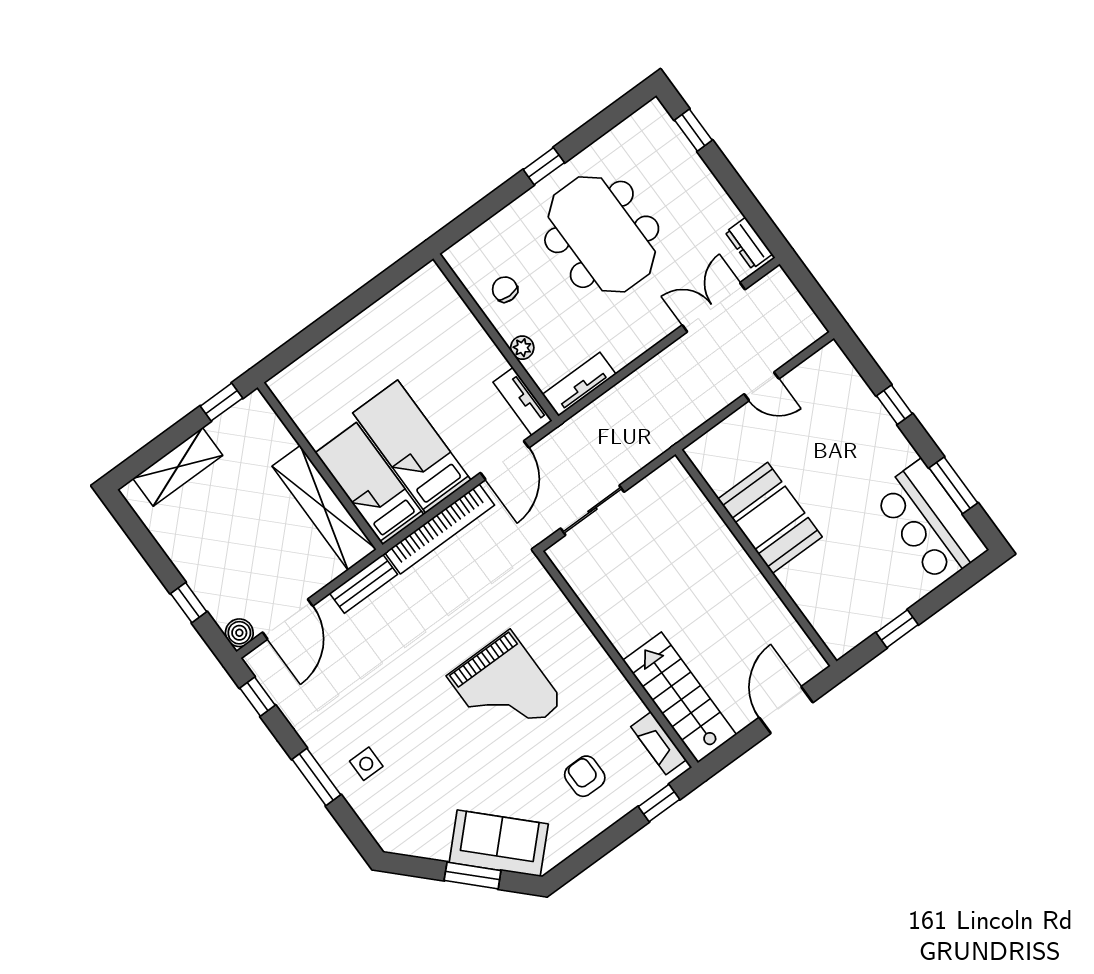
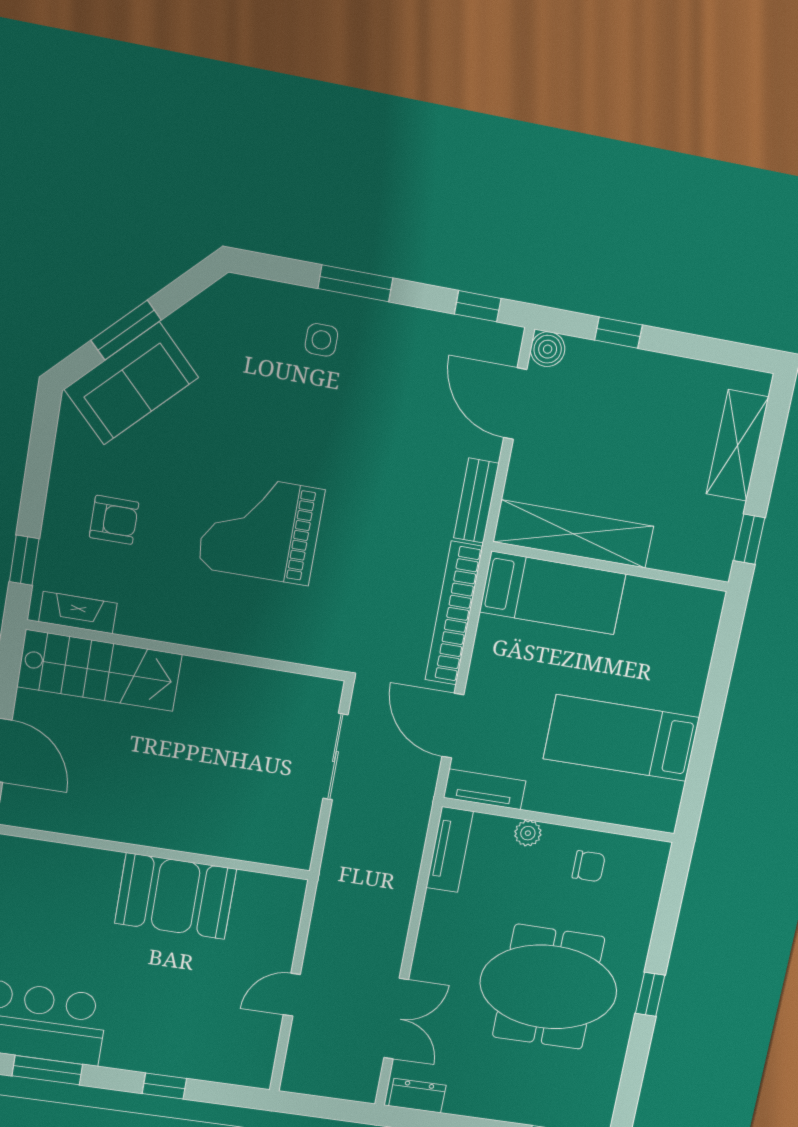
bed: (412, 447) -> (621, 738), moved, turned 180

